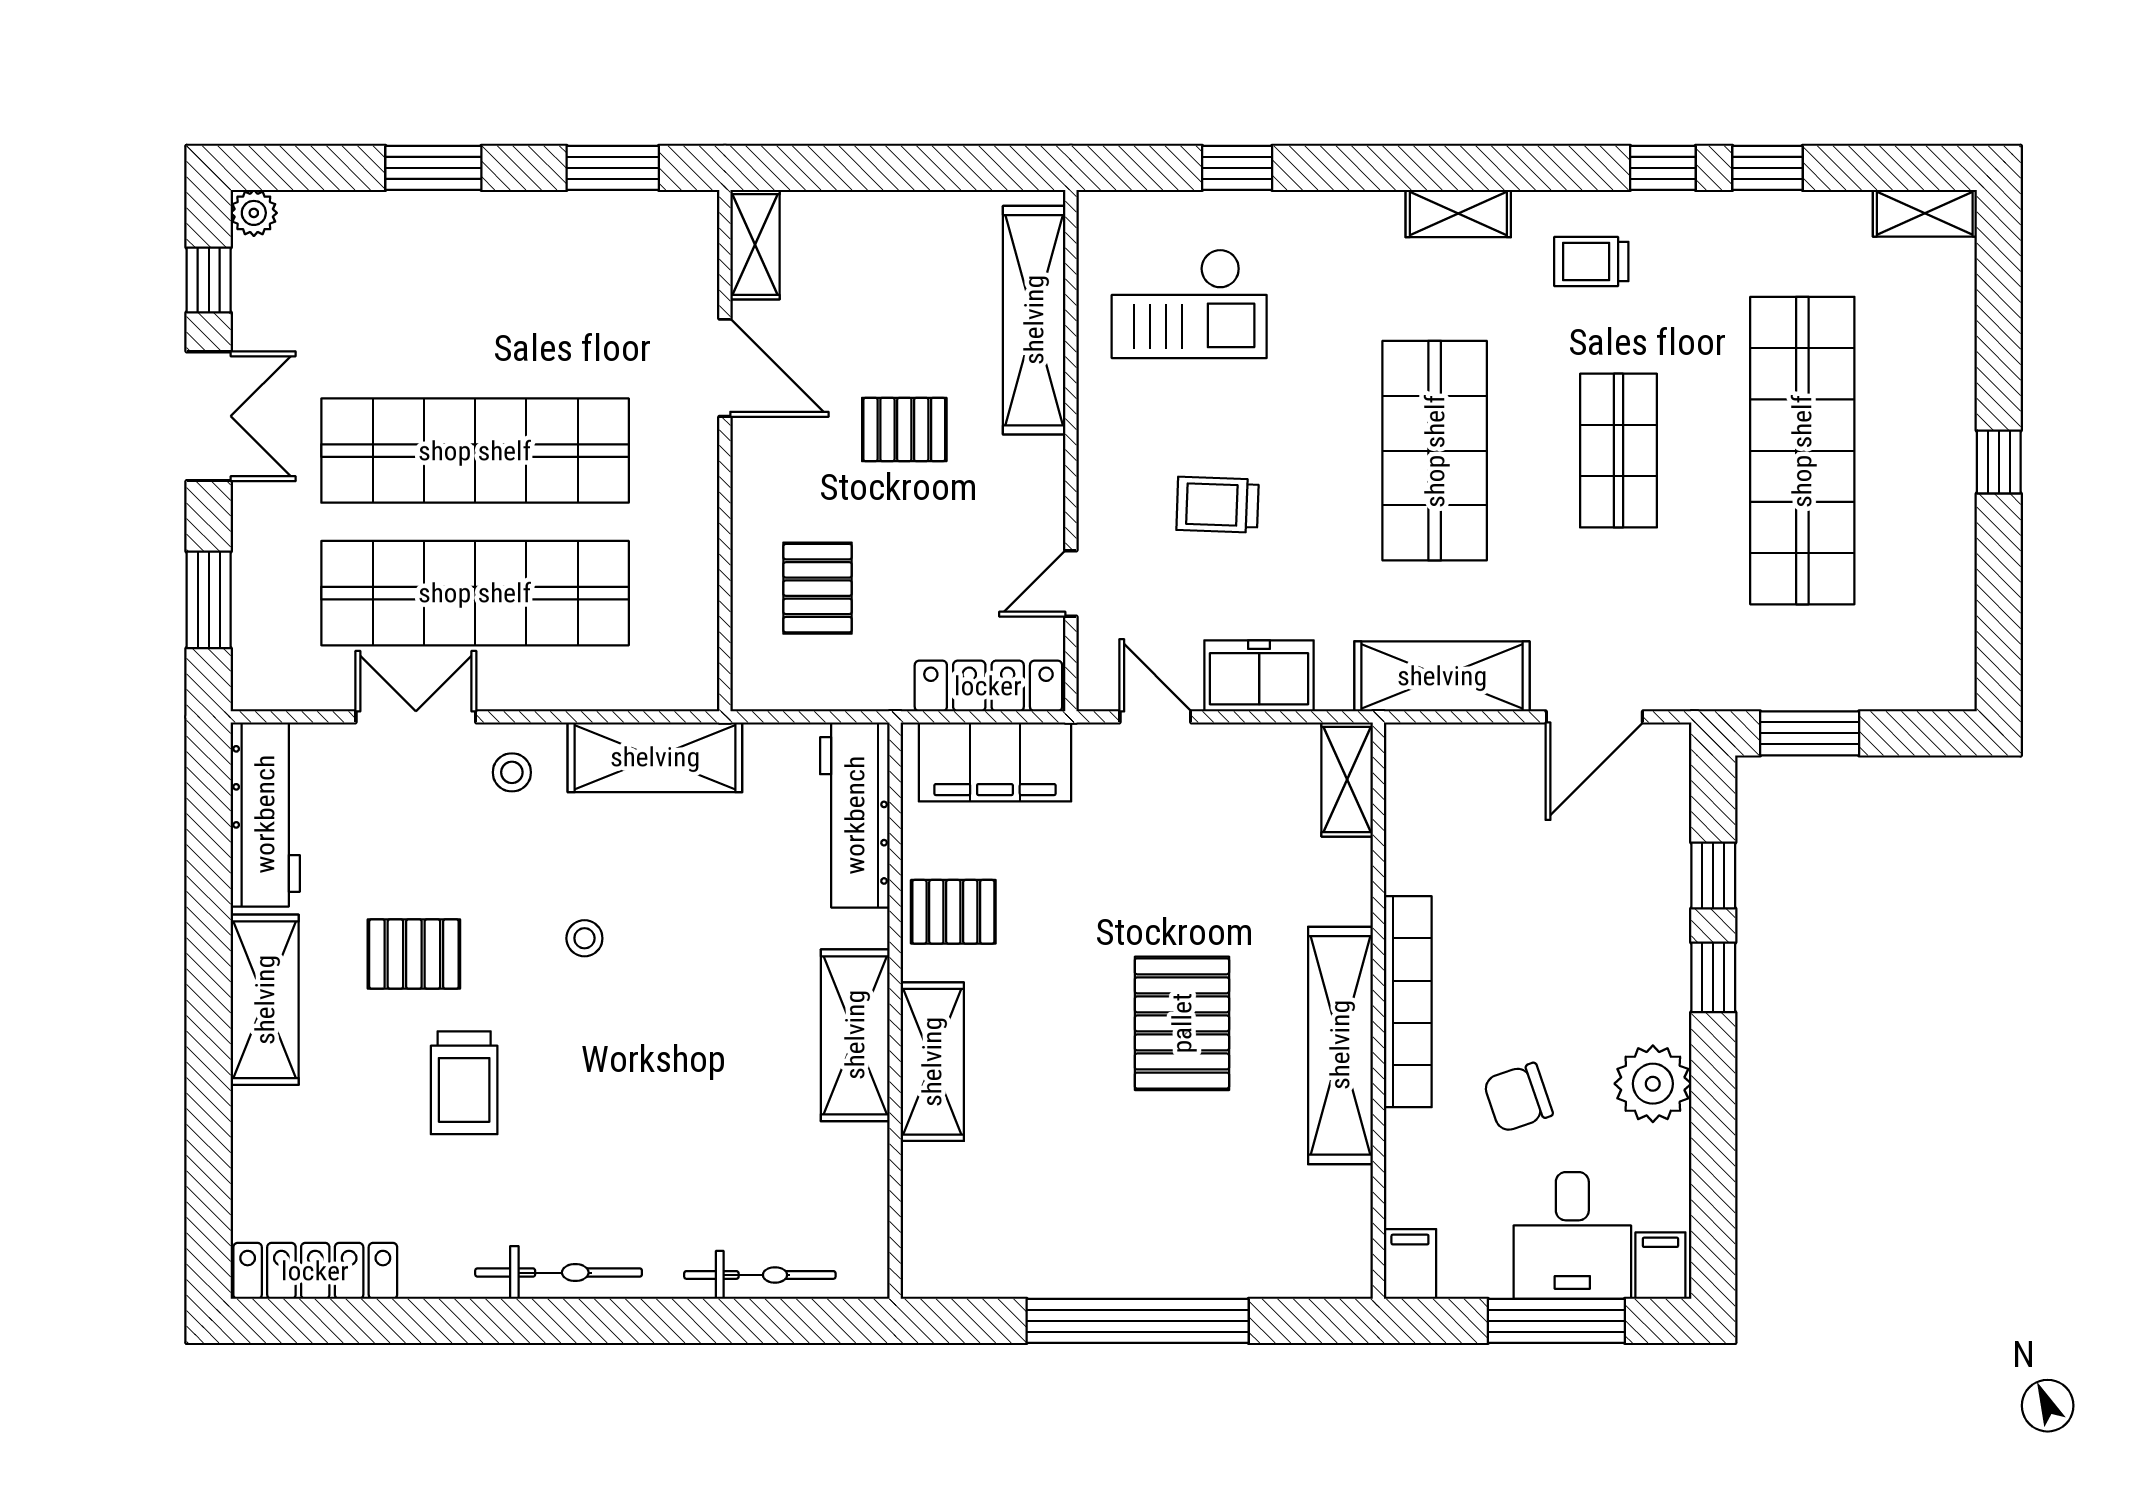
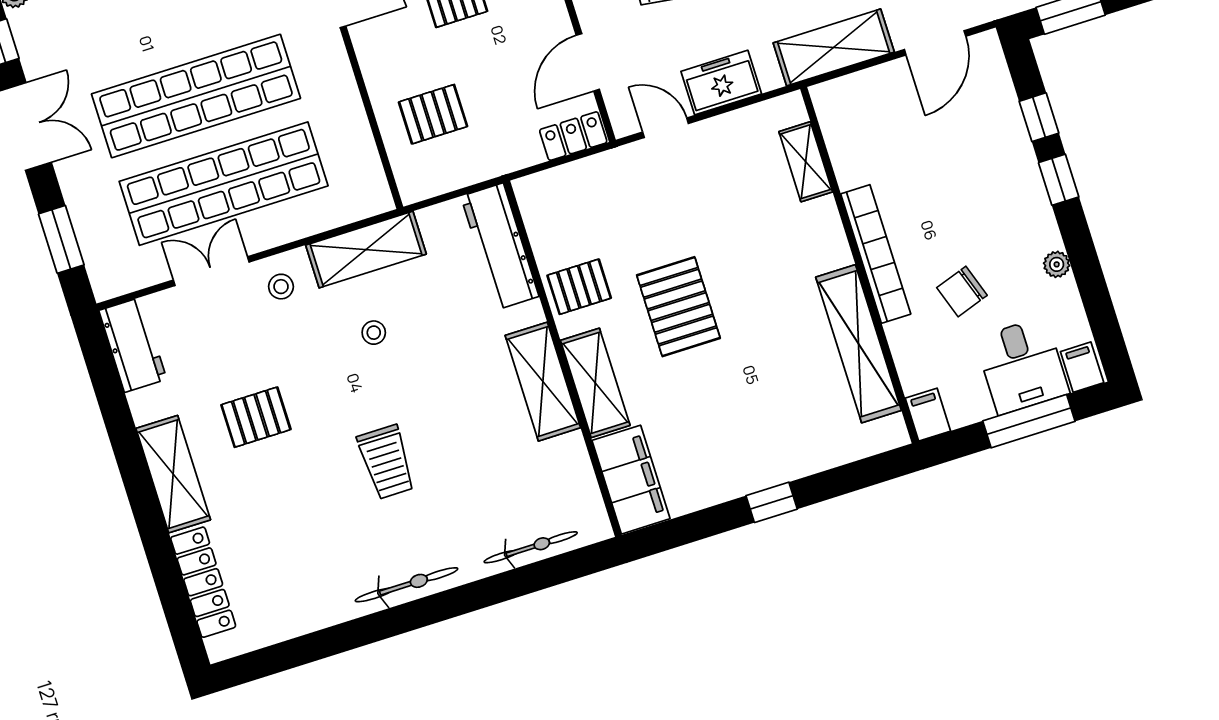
door: (1071, 584) -> (588, 62), width x1.37
pallet: (818, 588) -> (433, 114), turned 90
locker: (988, 686) -> (573, 136), width x0.66
filing cabinet: (995, 762) -> (631, 480), moved, turned -90
shelving: (1347, 779) -> (806, 162), moved
workbench: (265, 814) -> (133, 345), width x0.73
stool: (584, 938) -> (374, 333), moved
pallet: (1182, 1023) -> (678, 307), moved
shelving: (1340, 1045) -> (859, 344), moved
trolley: (464, 1083) -> (386, 462), moved
plant: (1653, 1084) -> (1057, 264), width x0.53, depth x0.53
locker: (315, 1271) -> (203, 582), moved, turned 90
window: (1138, 1321) -> (772, 502), width x0.32

